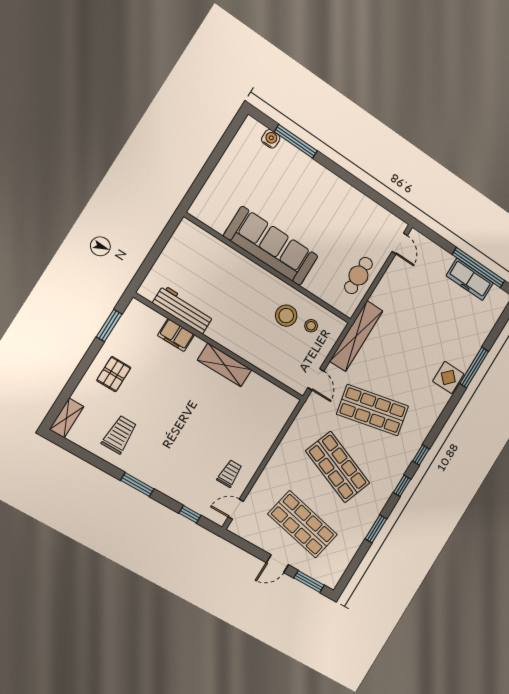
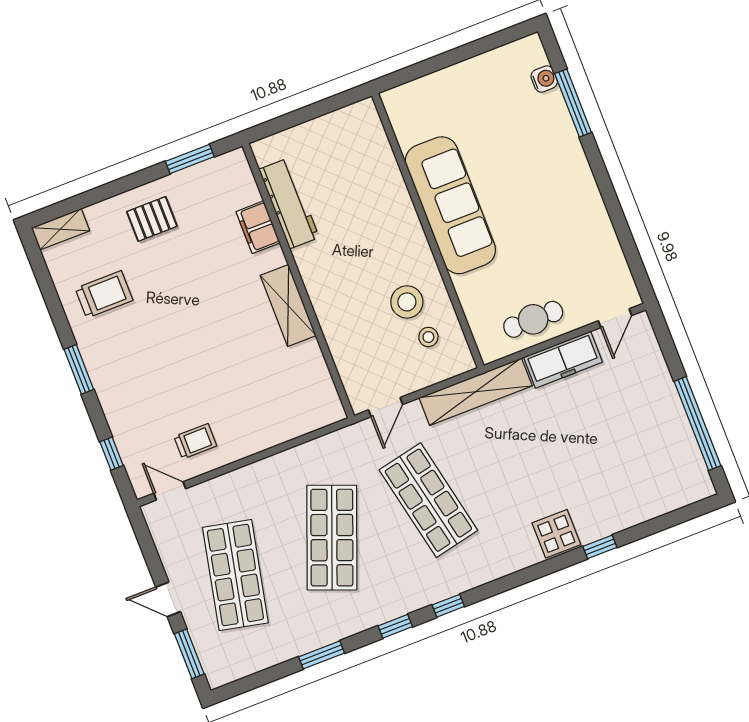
freezer: (470, 279) -> (563, 360), moved, turned -90
window: (474, 367) -> (600, 547), width x0.46

